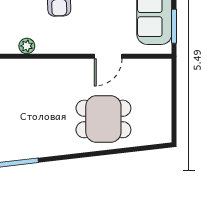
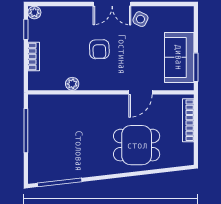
bookcase: (165, 89) -> (188, 120), added

